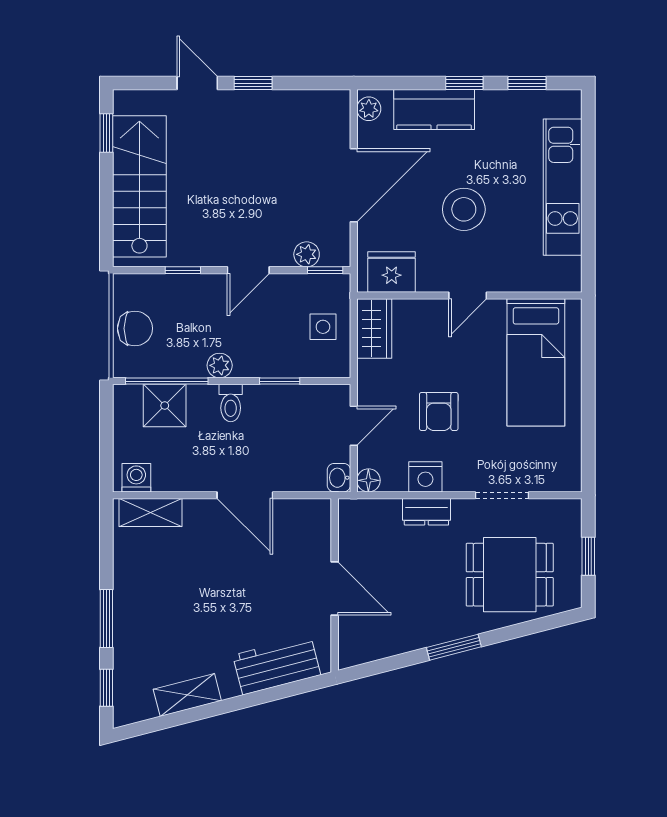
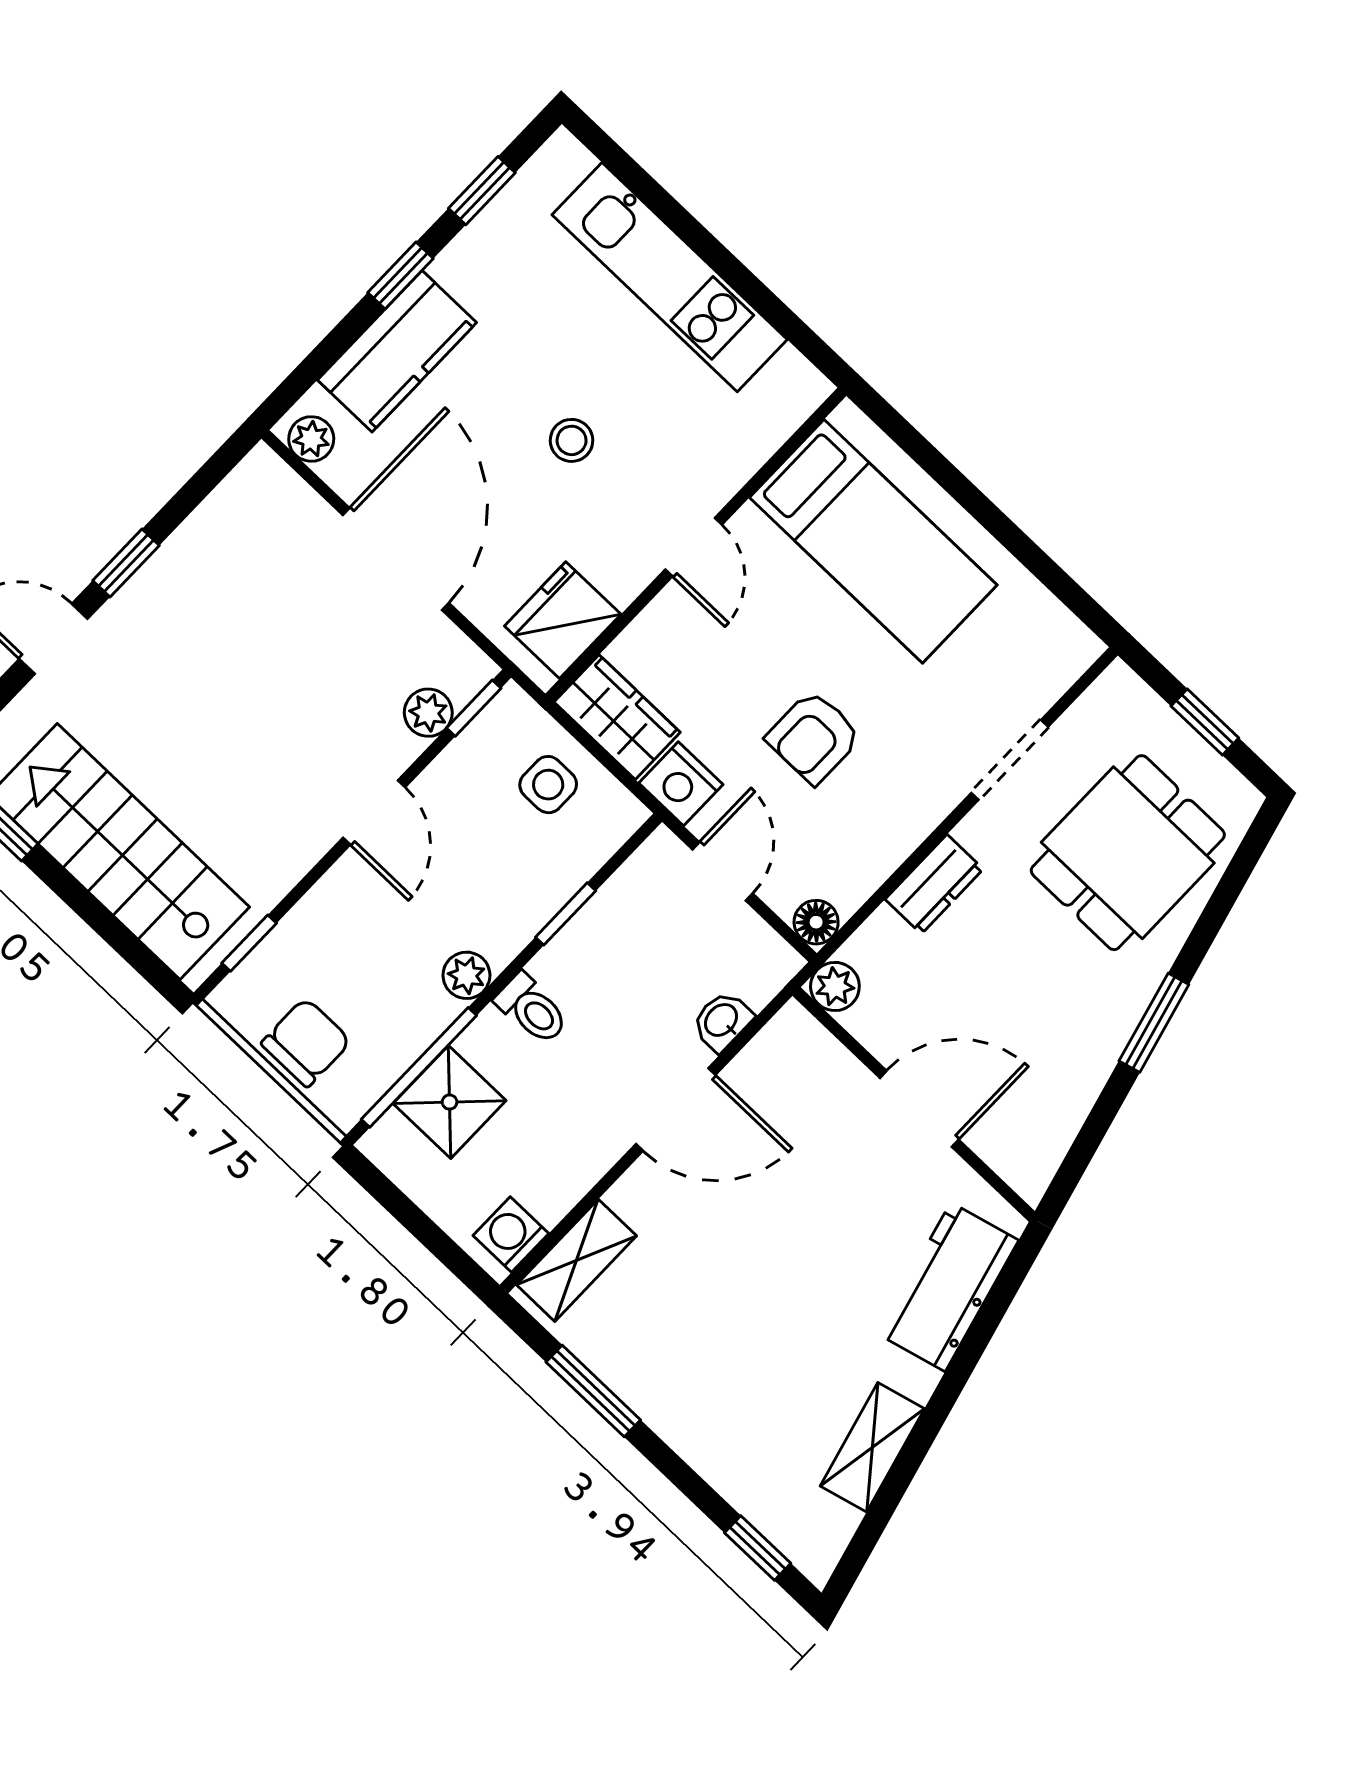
stool: (464, 209) -> (572, 440), width x0.53, depth x0.53
window: (183, 270) -> (249, 943), moved
armchair: (439, 411) -> (814, 737), turned 90
nightstand: (425, 477) -> (681, 784), moved, turned 90
washbasin: (339, 478) -> (722, 1021), moved, turned 90
plant: (351, 511) -> (835, 986), added
window: (106, 618) -> (593, 1391), moved

